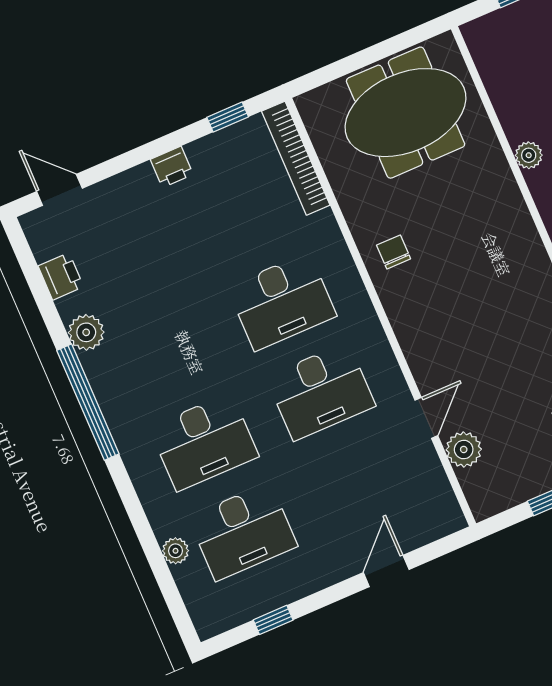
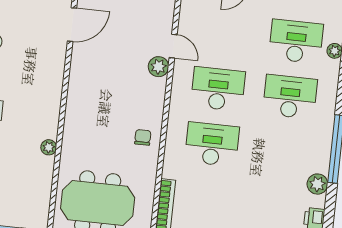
chair: (394, 252) -> (143, 137), turned 180
door: (426, 418) -> (173, 46), swing flipped
plant: (464, 450) -> (158, 67), moved

